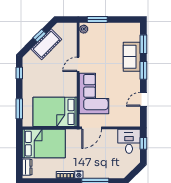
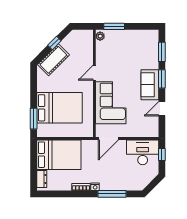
cot: (46, 44) -> (53, 60), moved
sofa: (132, 57) -> (150, 85), moved
window: (19, 73) -> (34, 82), removed
bed: (55, 112) -> (59, 108), moved, turned 180
desk: (129, 141) -> (143, 152), width x1.37

